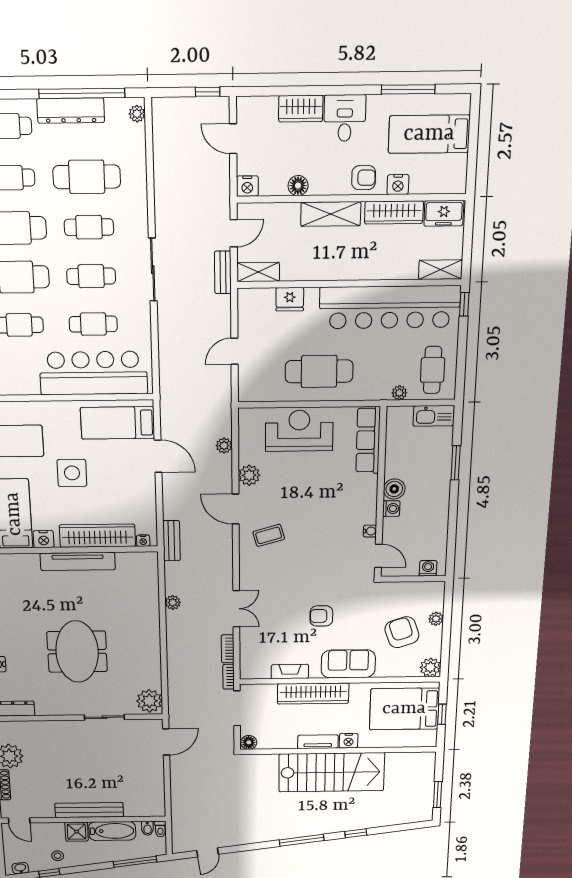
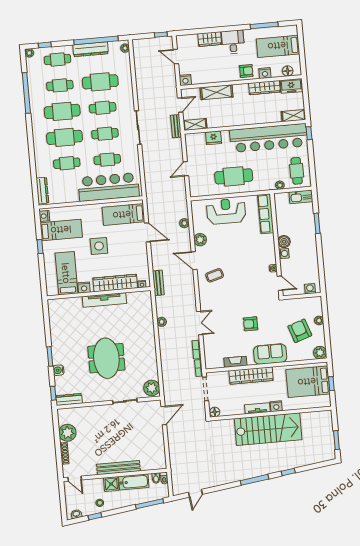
floor lamp: (298, 186) -> (288, 71), moved
shelving: (331, 214) -> (217, 92), moved

